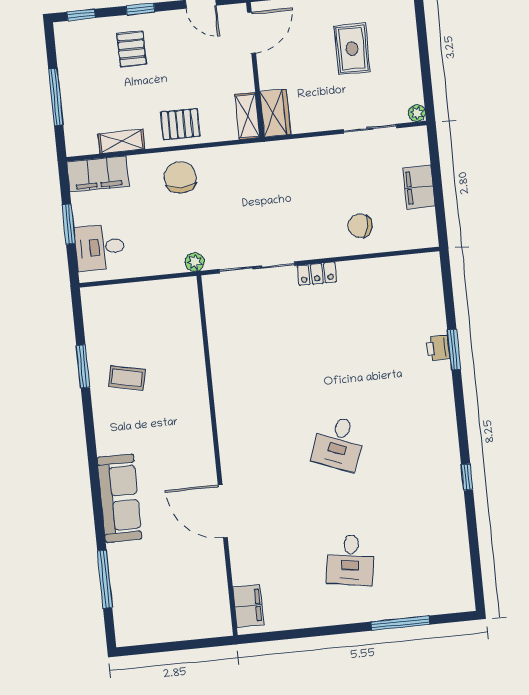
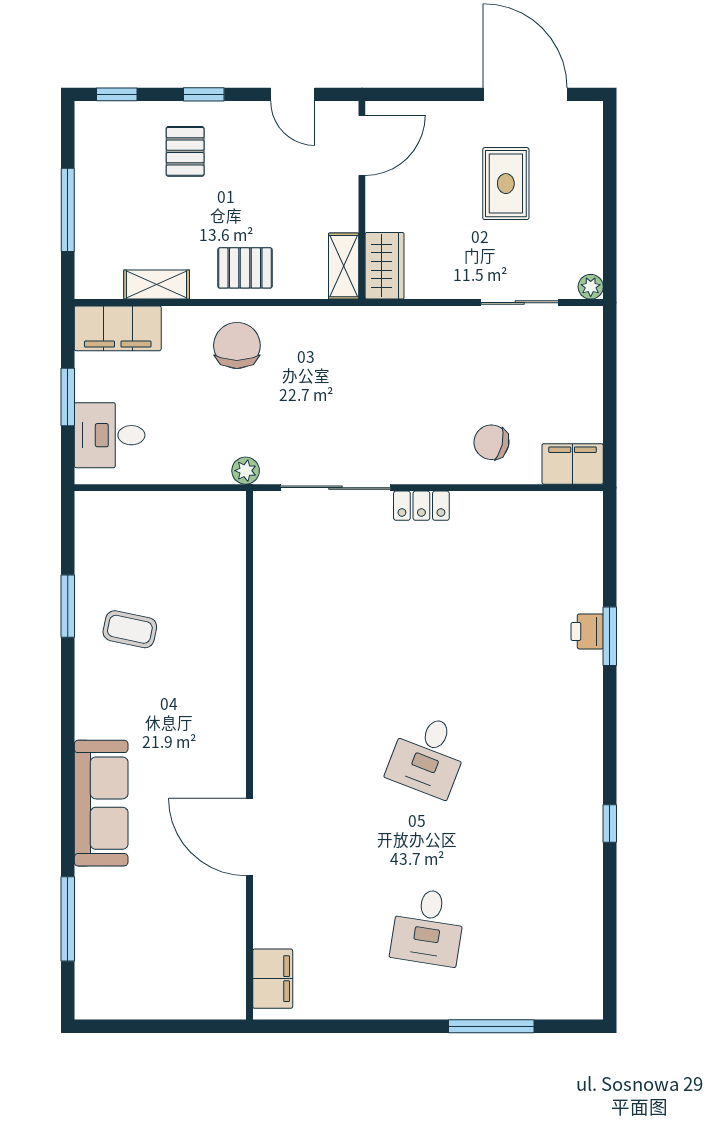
filing cabinet: (419, 187) -> (573, 464), moved, turned 90

